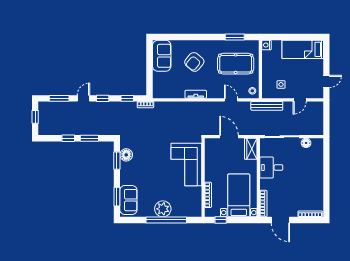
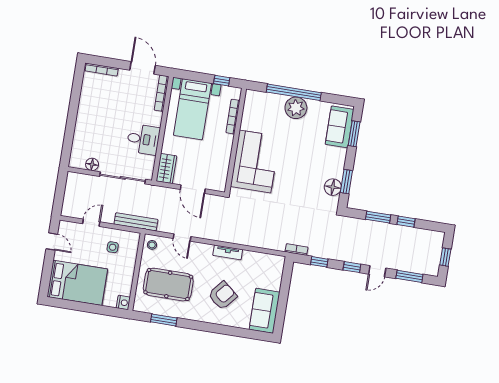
bed: (303, 49) -> (77, 283), width x1.50
door: (326, 81) -> (52, 241), swing flipped

